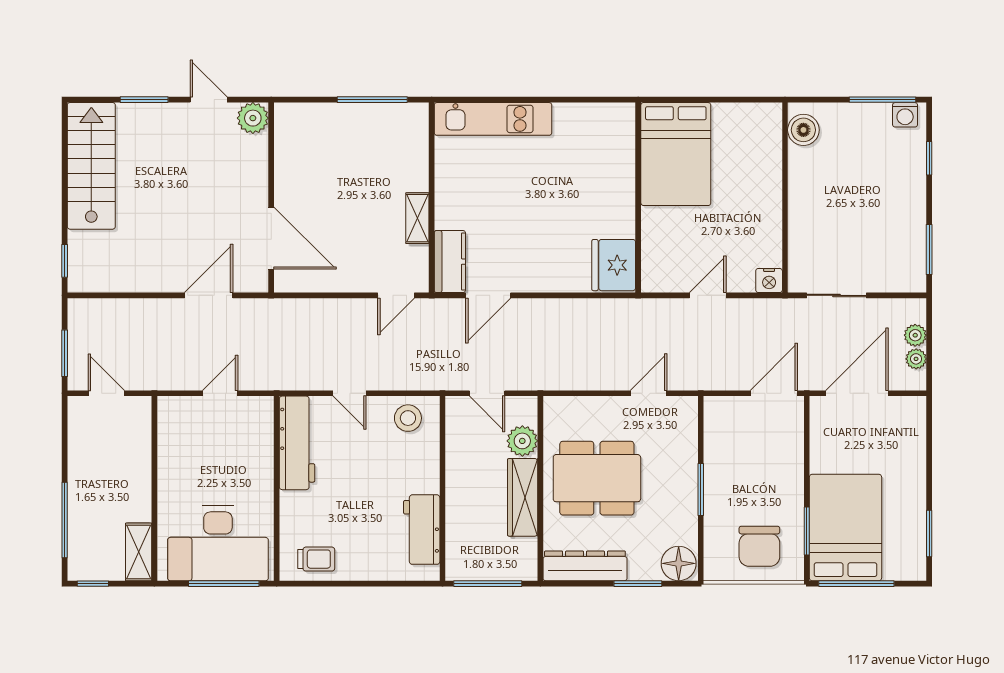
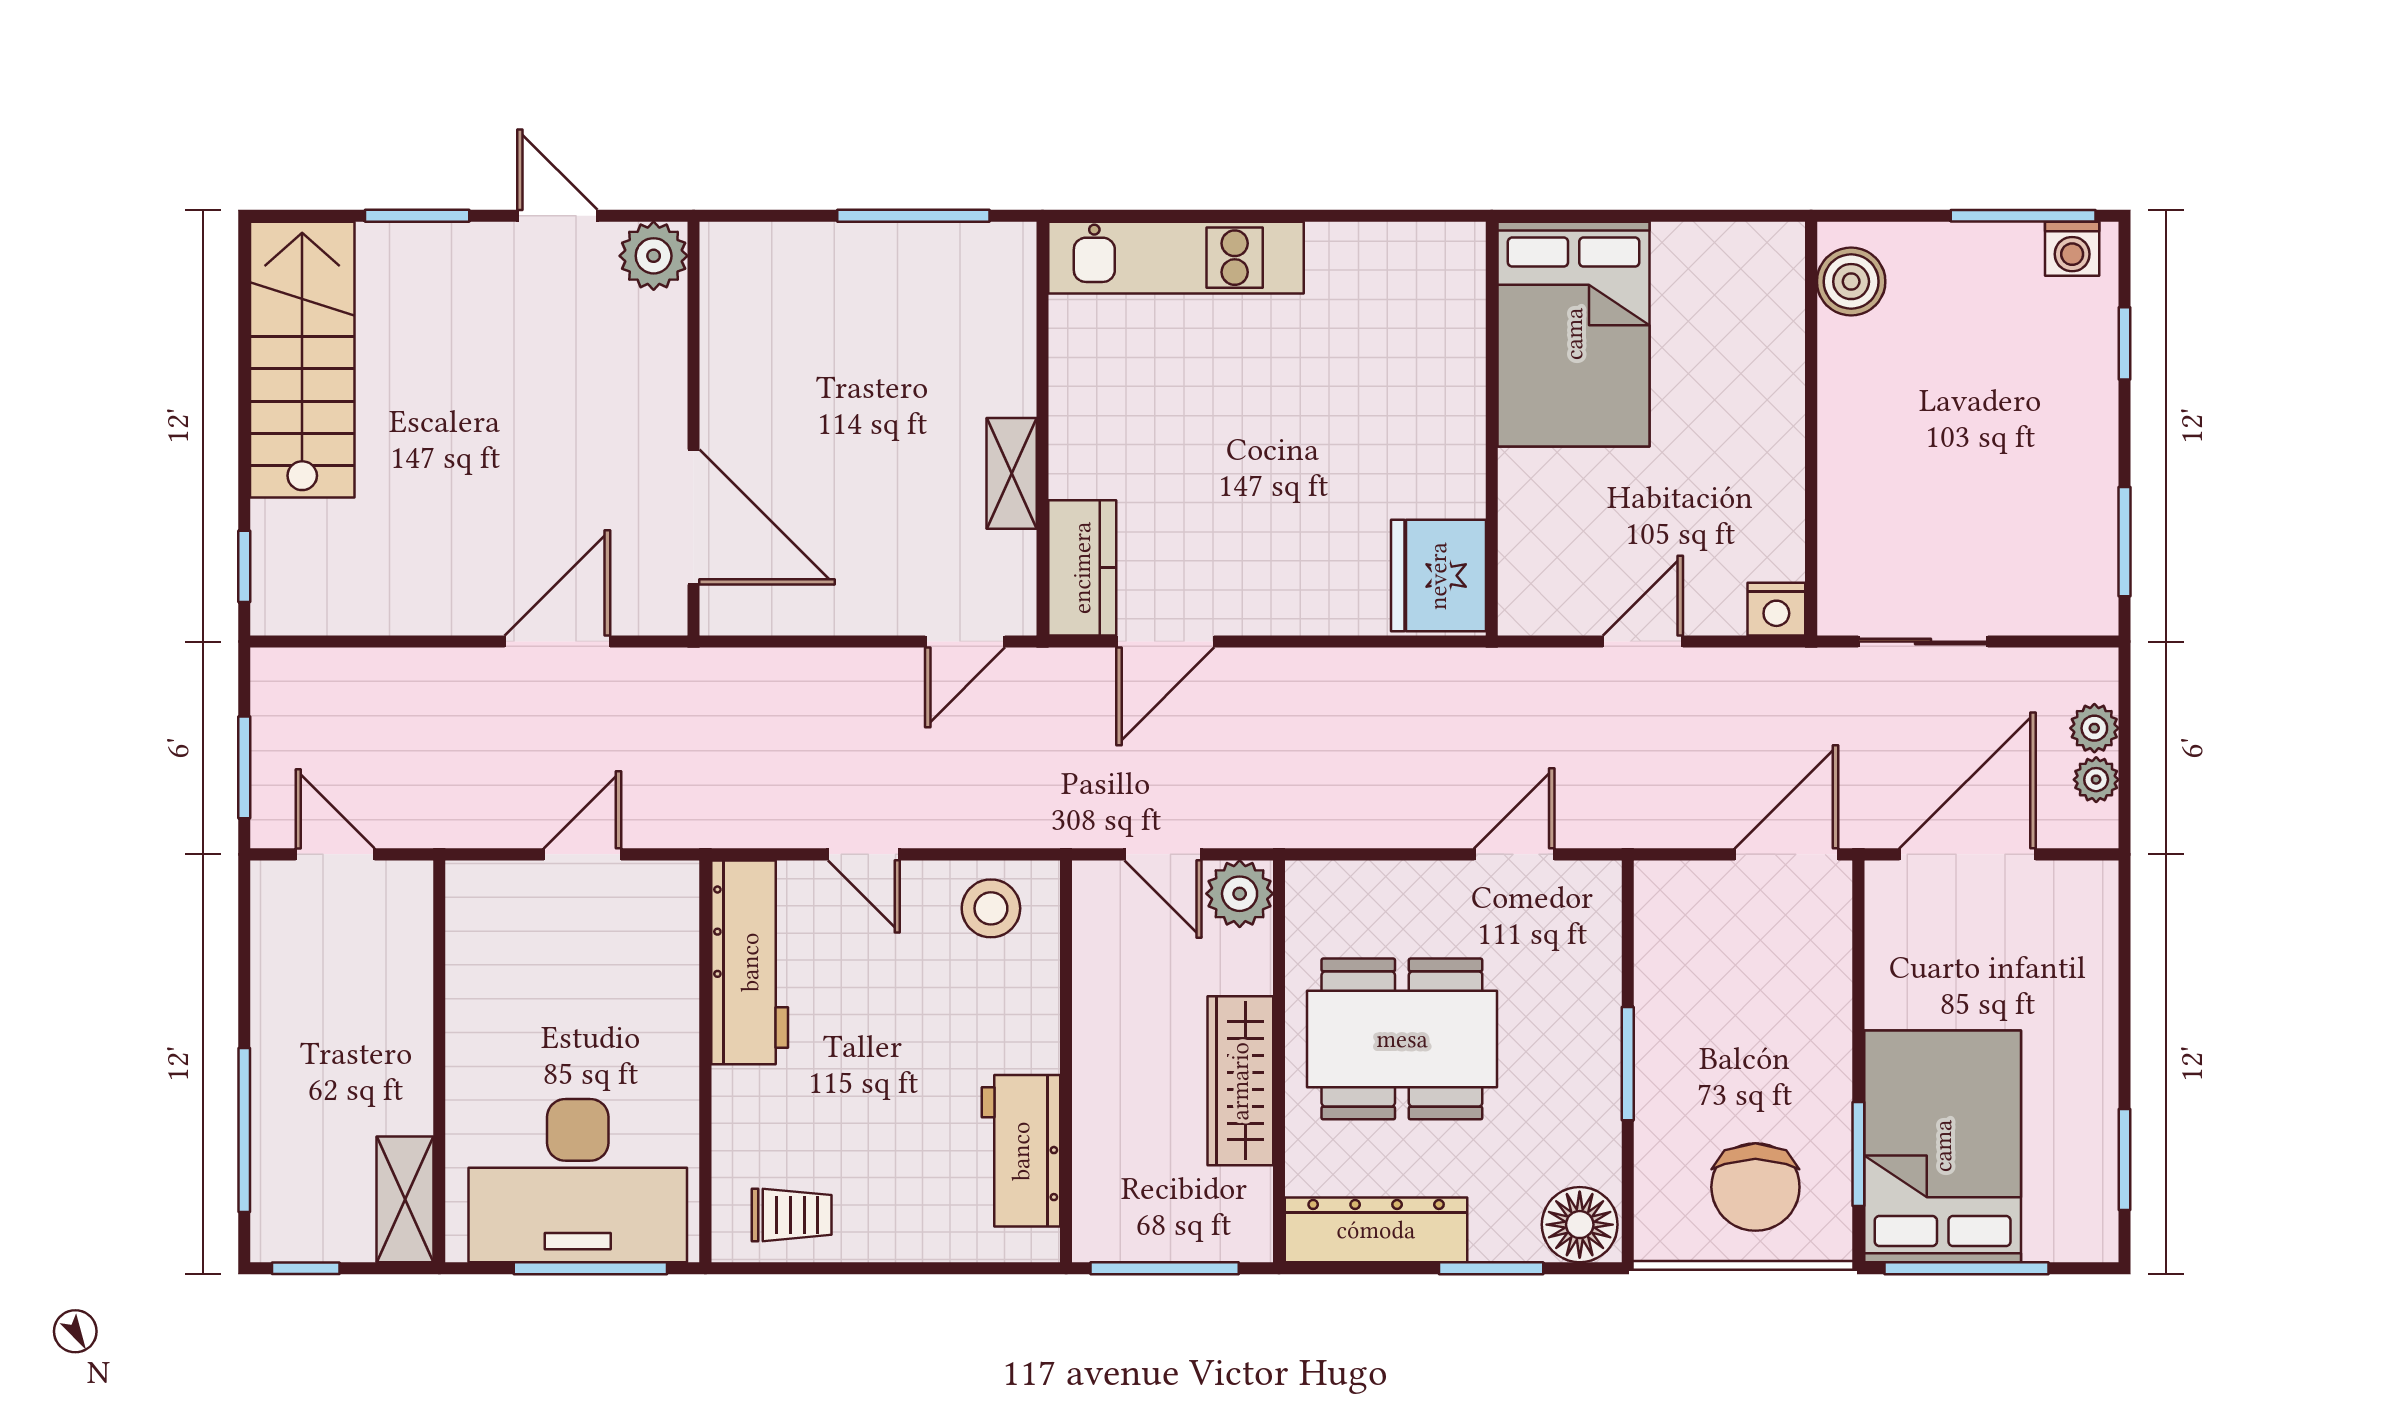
plant: (522, 441) -> (1240, 894), moved

